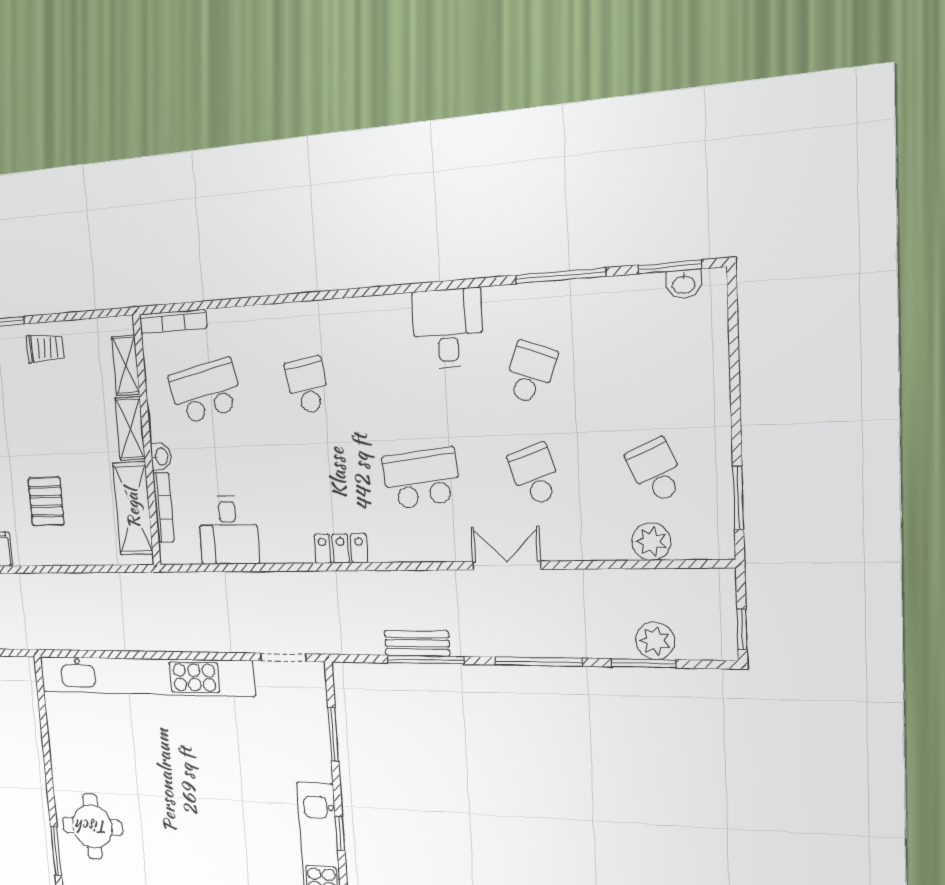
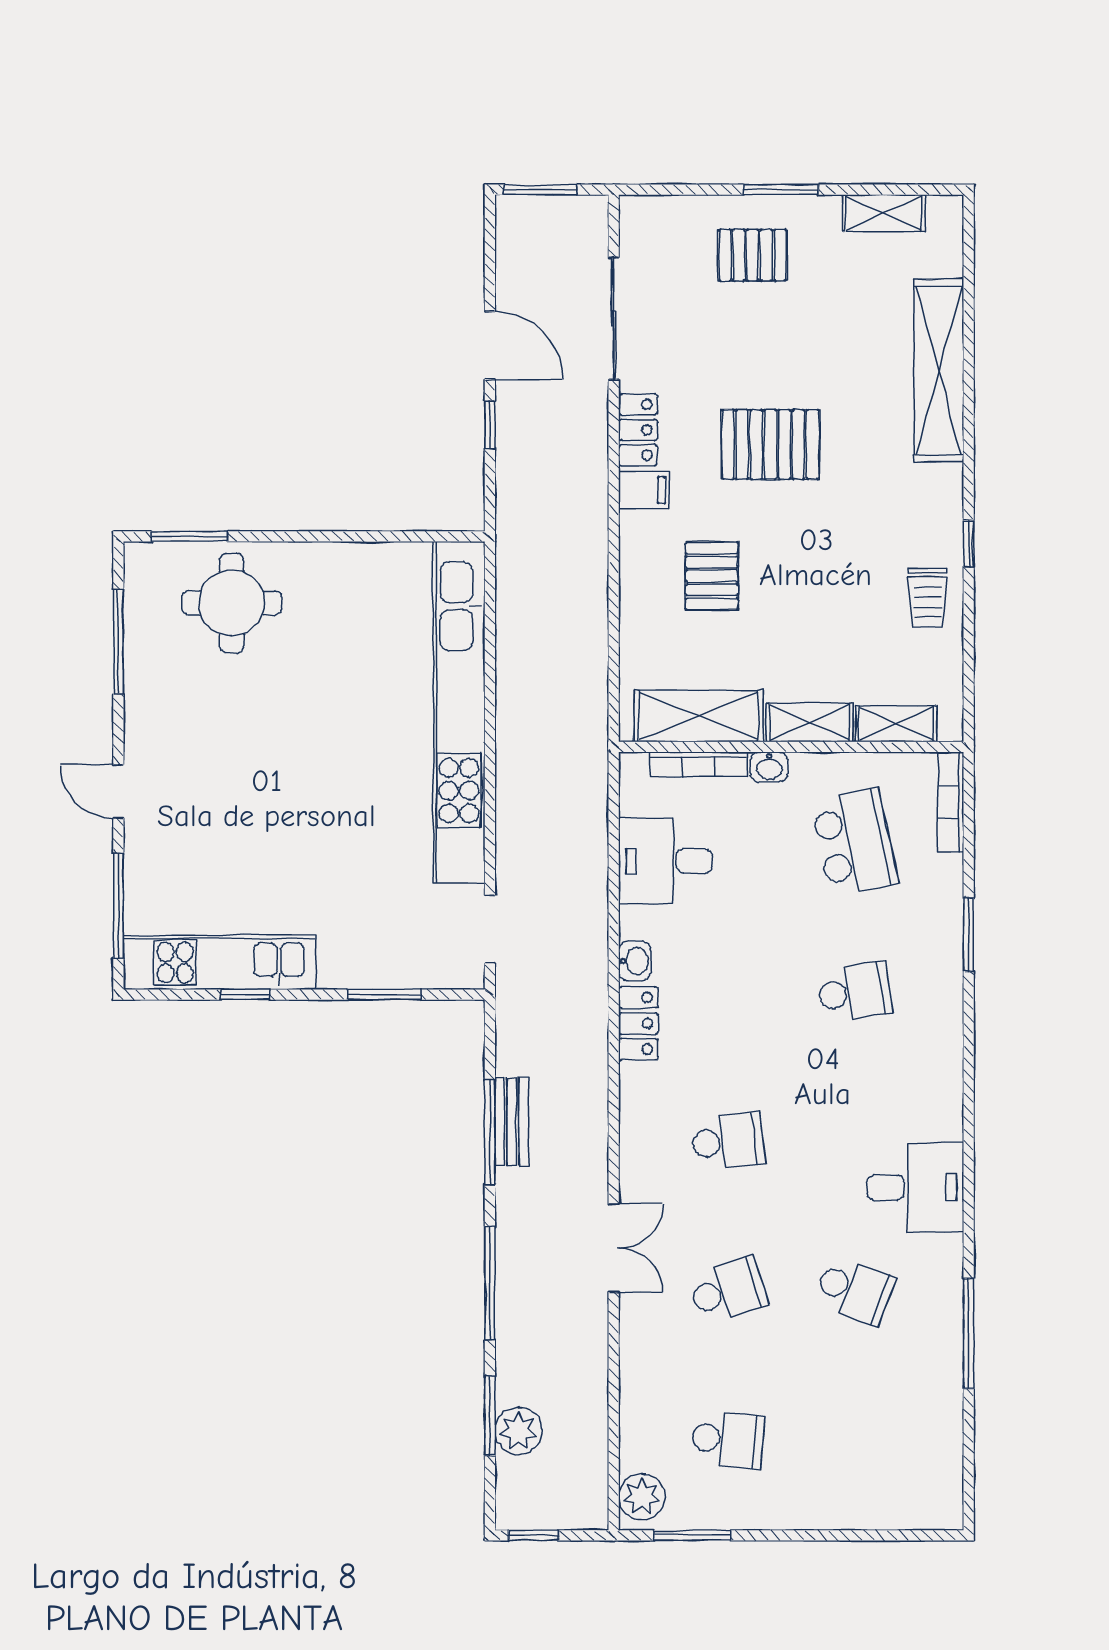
window: (670, 267) -> (969, 935), moved
washbasin: (684, 284) -> (635, 961), moved, turned 180
school desk: (656, 471) -> (728, 1440), turned 30
school desk: (421, 478) -> (728, 1141), width x0.54
pallet: (46, 501) -> (712, 576), turned 90
plant: (651, 541) -> (642, 1497), moved

